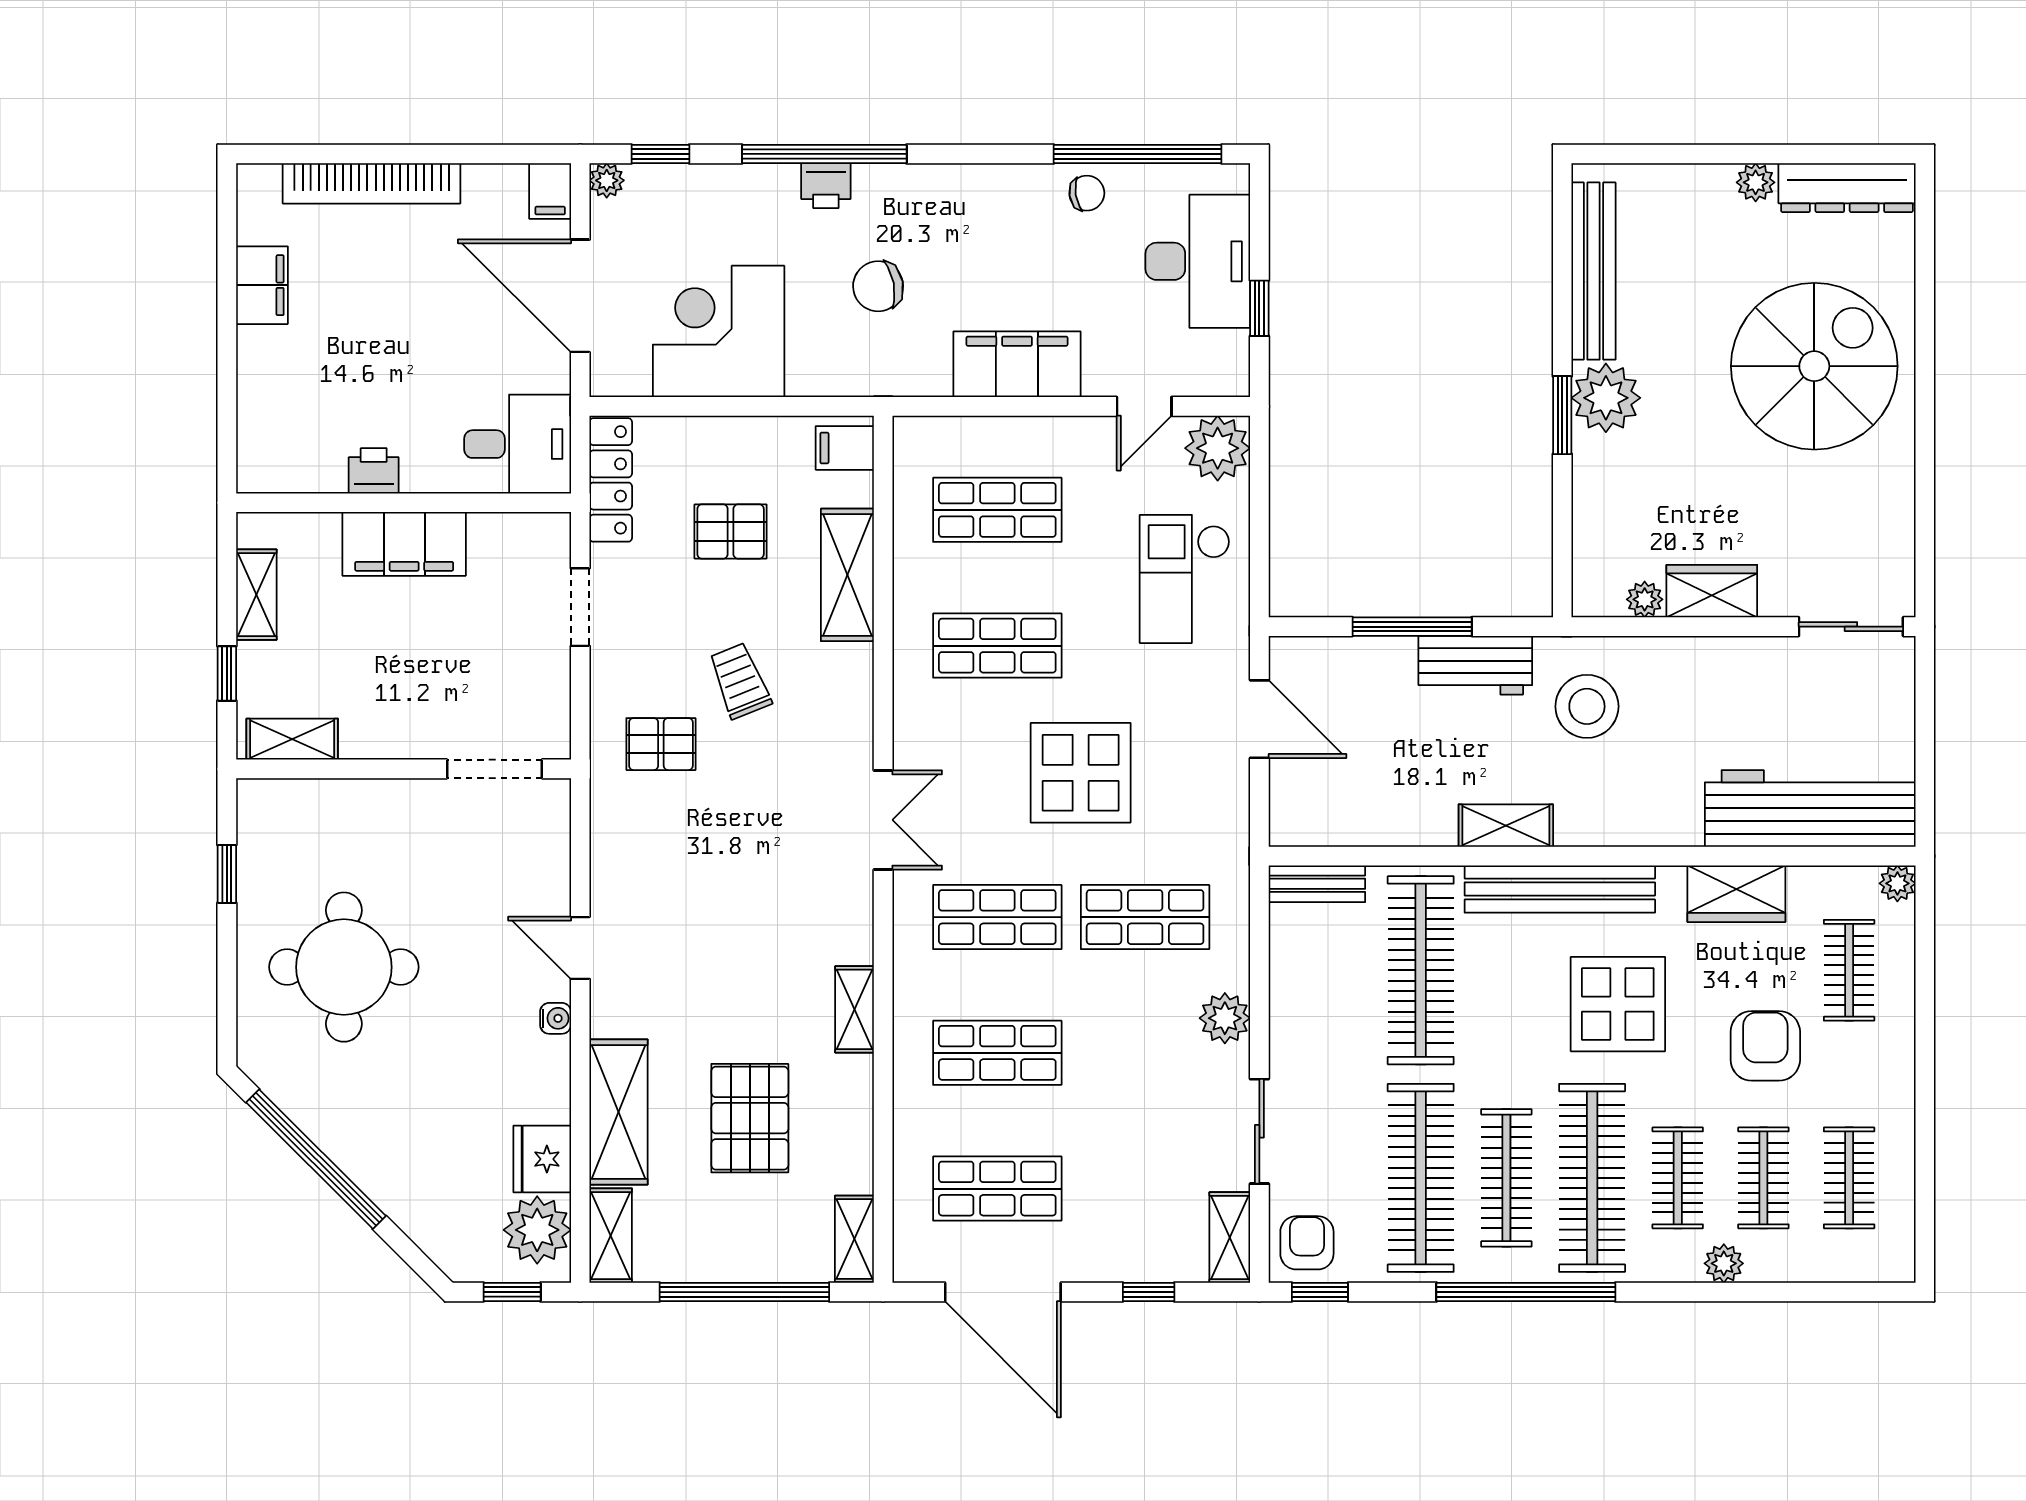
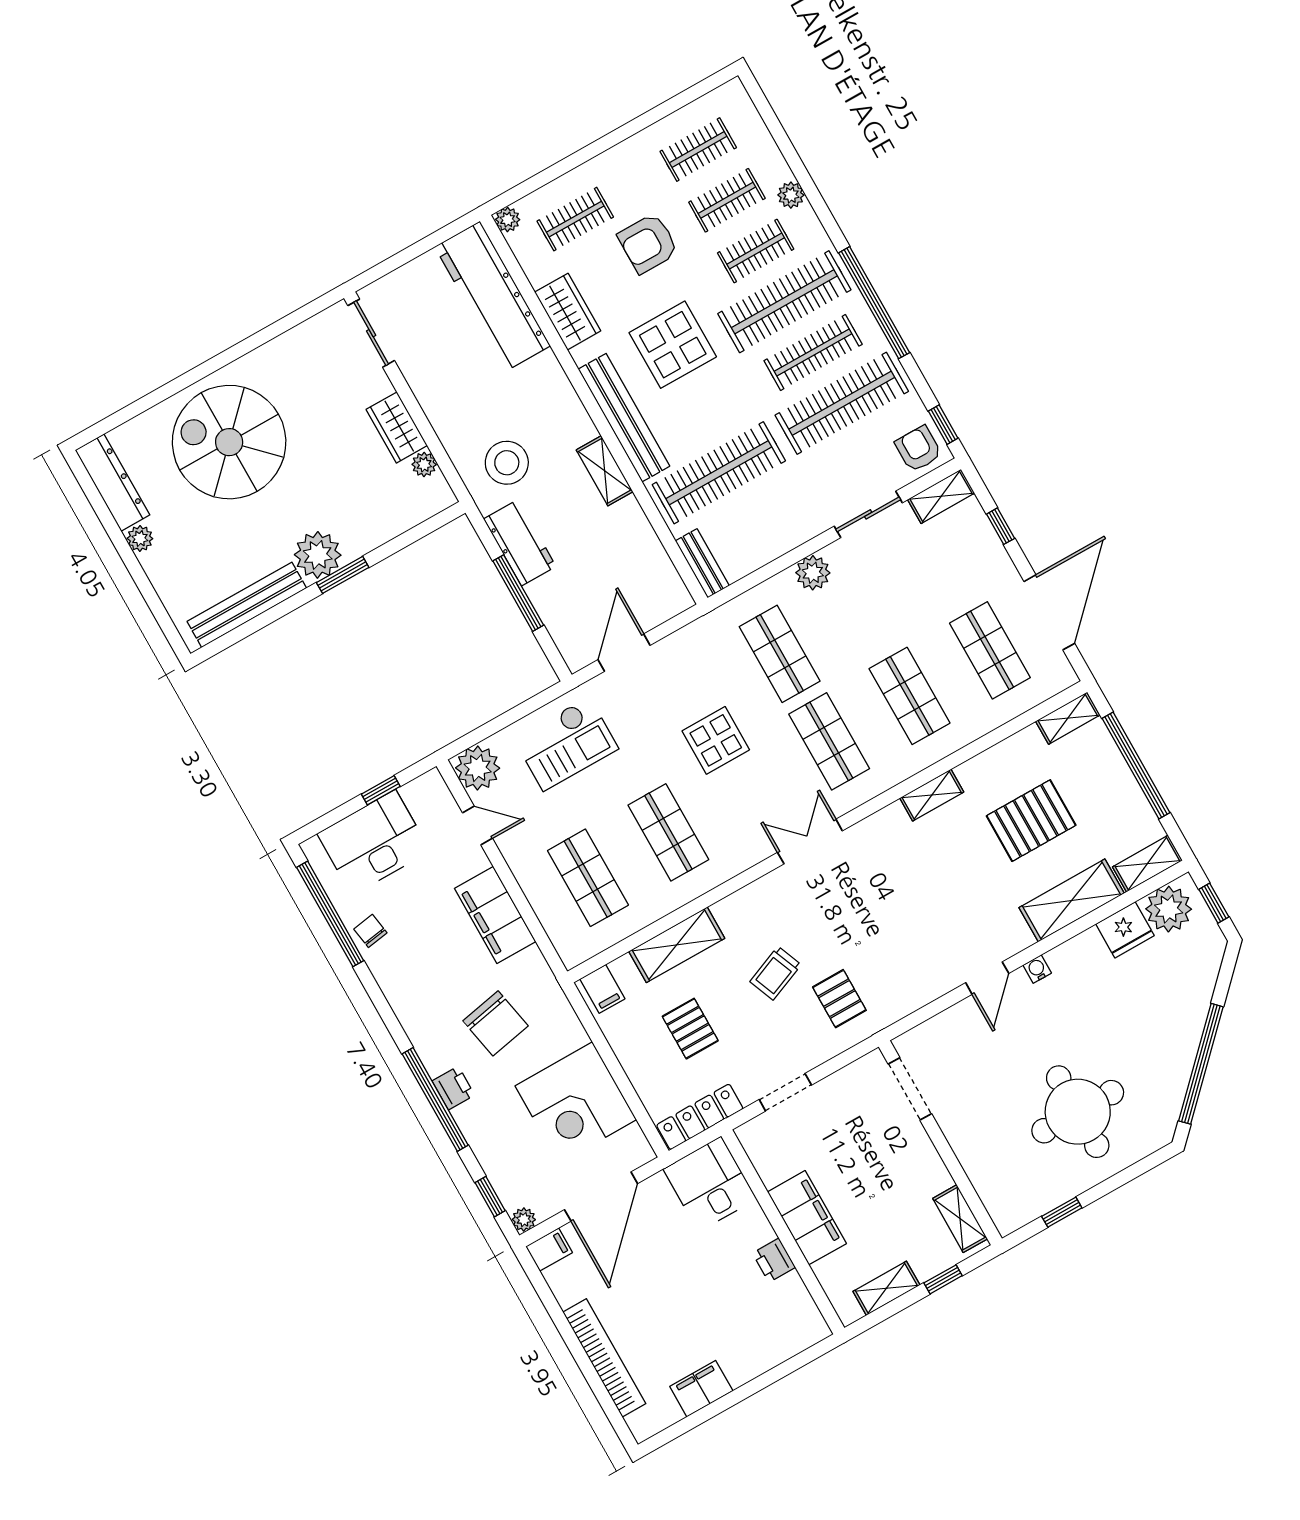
chair: (878, 286) -> (496, 1023), width x1.37, depth x1.37
display table: (1081, 773) -> (716, 740), width x0.73, depth x0.73
armchair: (1307, 1243) -> (918, 449), turned 90

